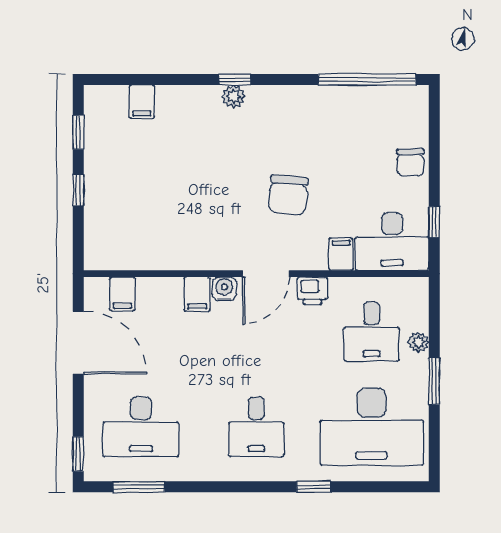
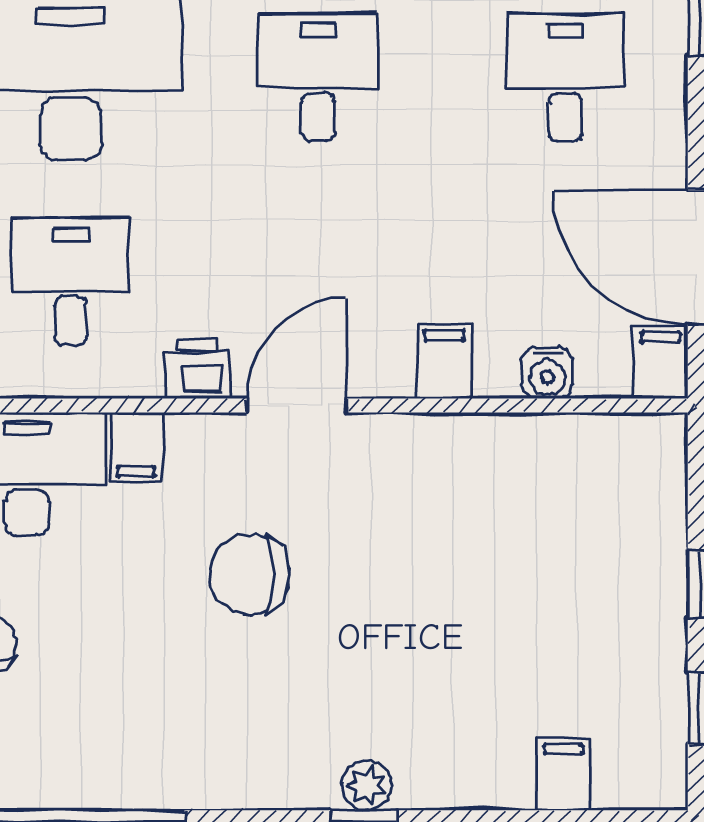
chair: (288, 195) -> (250, 574), turned -95
water cooler: (224, 289) -> (547, 373), moved
filing cabinet: (122, 294) -> (661, 362), moved
desk: (141, 427) -> (565, 77), width x0.73

